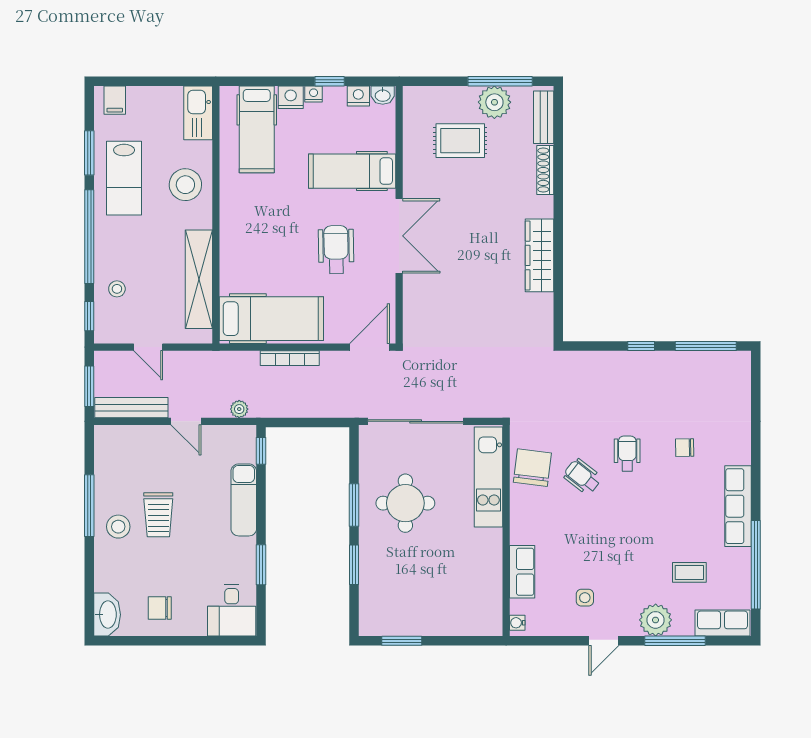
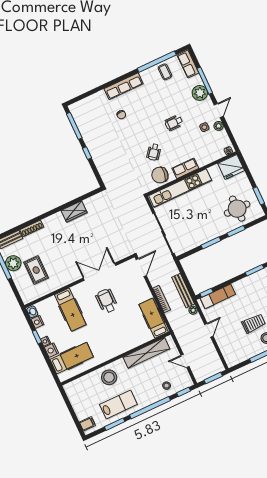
kitchen sink: (198, 113) -> (76, 386), removed
double door: (399, 236) -> (99, 272), moved
wheelchair: (336, 250) -> (107, 301), turned 91
wardrobe: (540, 255) -> (74, 212), width x0.67
hospital bed: (271, 319) -> (154, 318), width x0.73, depth x0.78
door: (148, 347) -> (185, 361), swing flipped
door: (370, 347) -> (141, 268), swing flipped
bench: (131, 408) -> (183, 291), moved
wheelchair: (627, 454) -> (174, 123), moved
kitchen unit: (488, 477) -> (180, 188), width x1.36
exam couch: (244, 500) -> (218, 296), moved
round table: (405, 503) -> (237, 209), moved
row of seats: (738, 506) -> (124, 86), moved
row of seats: (522, 572) -> (185, 168), moved
coffee table: (689, 572) -> (165, 72), moved
fridge: (483, 613) -> (231, 167), added
plant: (574, 626) -> (219, 126), added
door: (604, 641) -> (219, 111), hinge flipped

